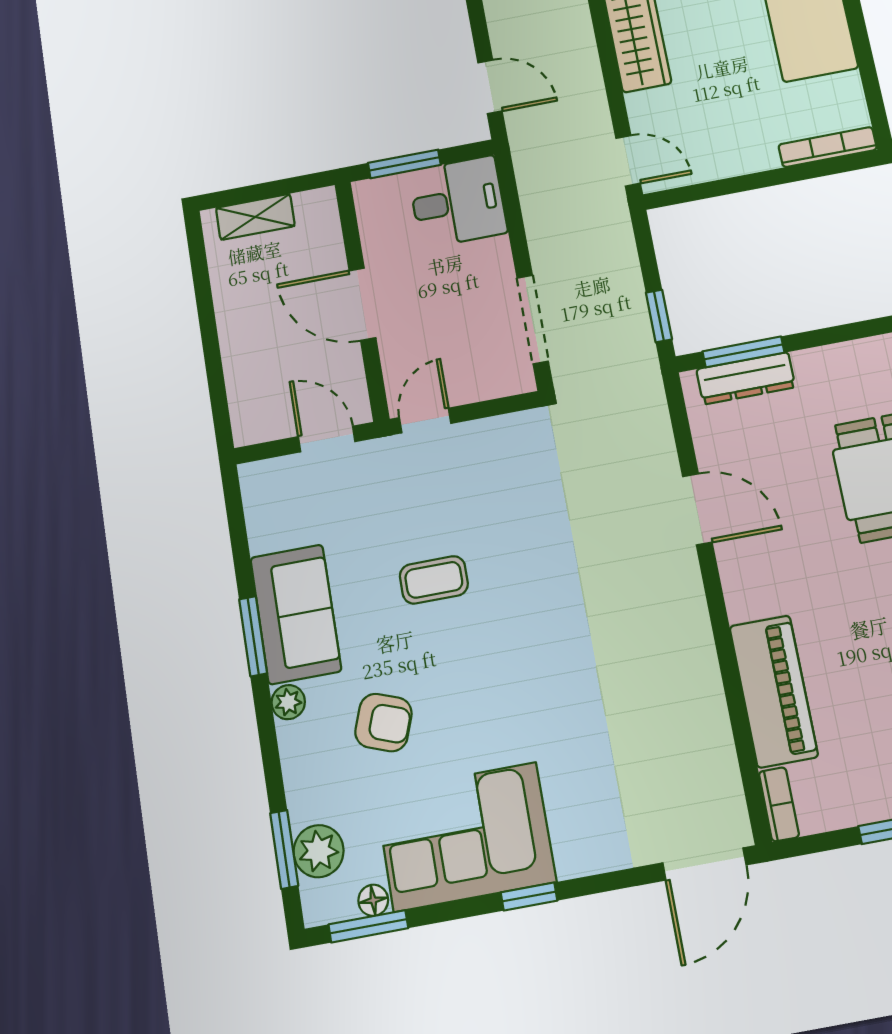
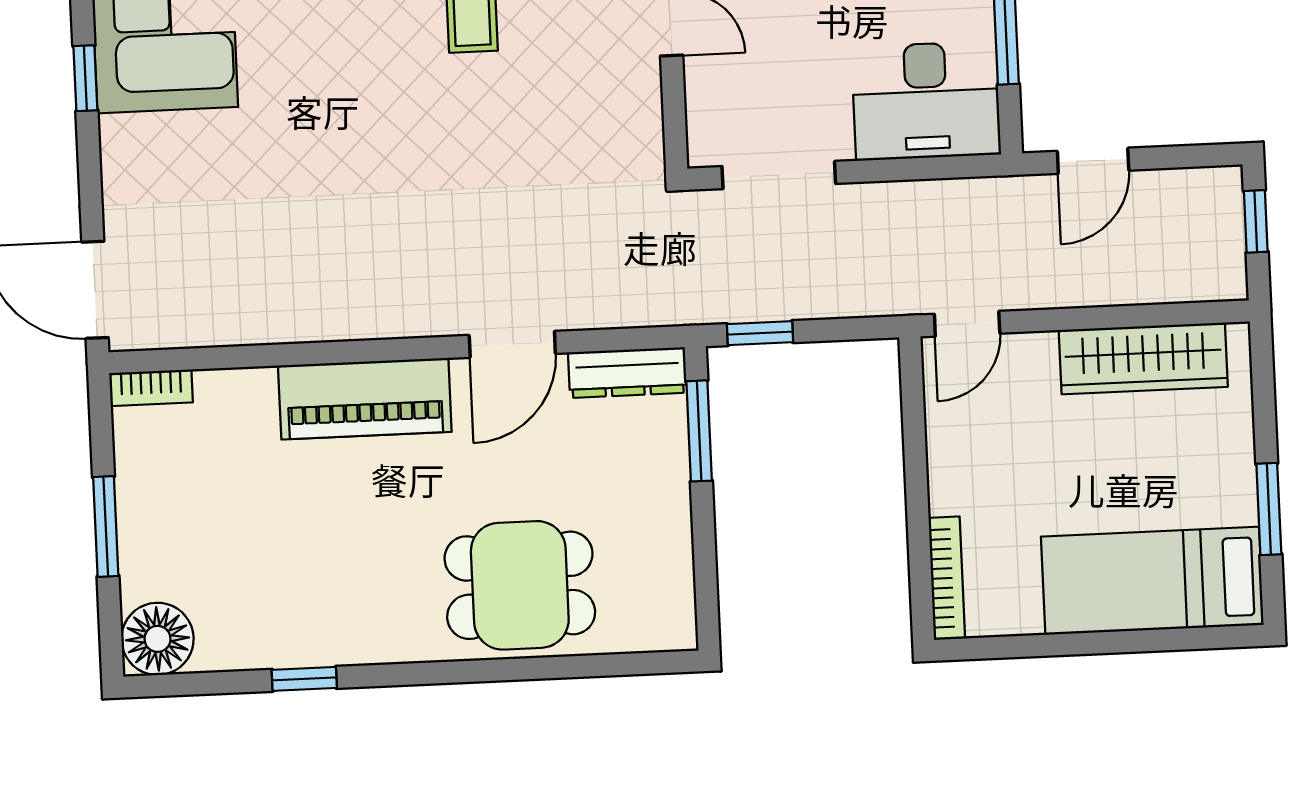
desk: (458, 202) -> (926, 101), width x1.37
dresser: (746, 378) -> (627, 373), moved, turned -90
piano: (774, 691) -> (365, 399), moved

